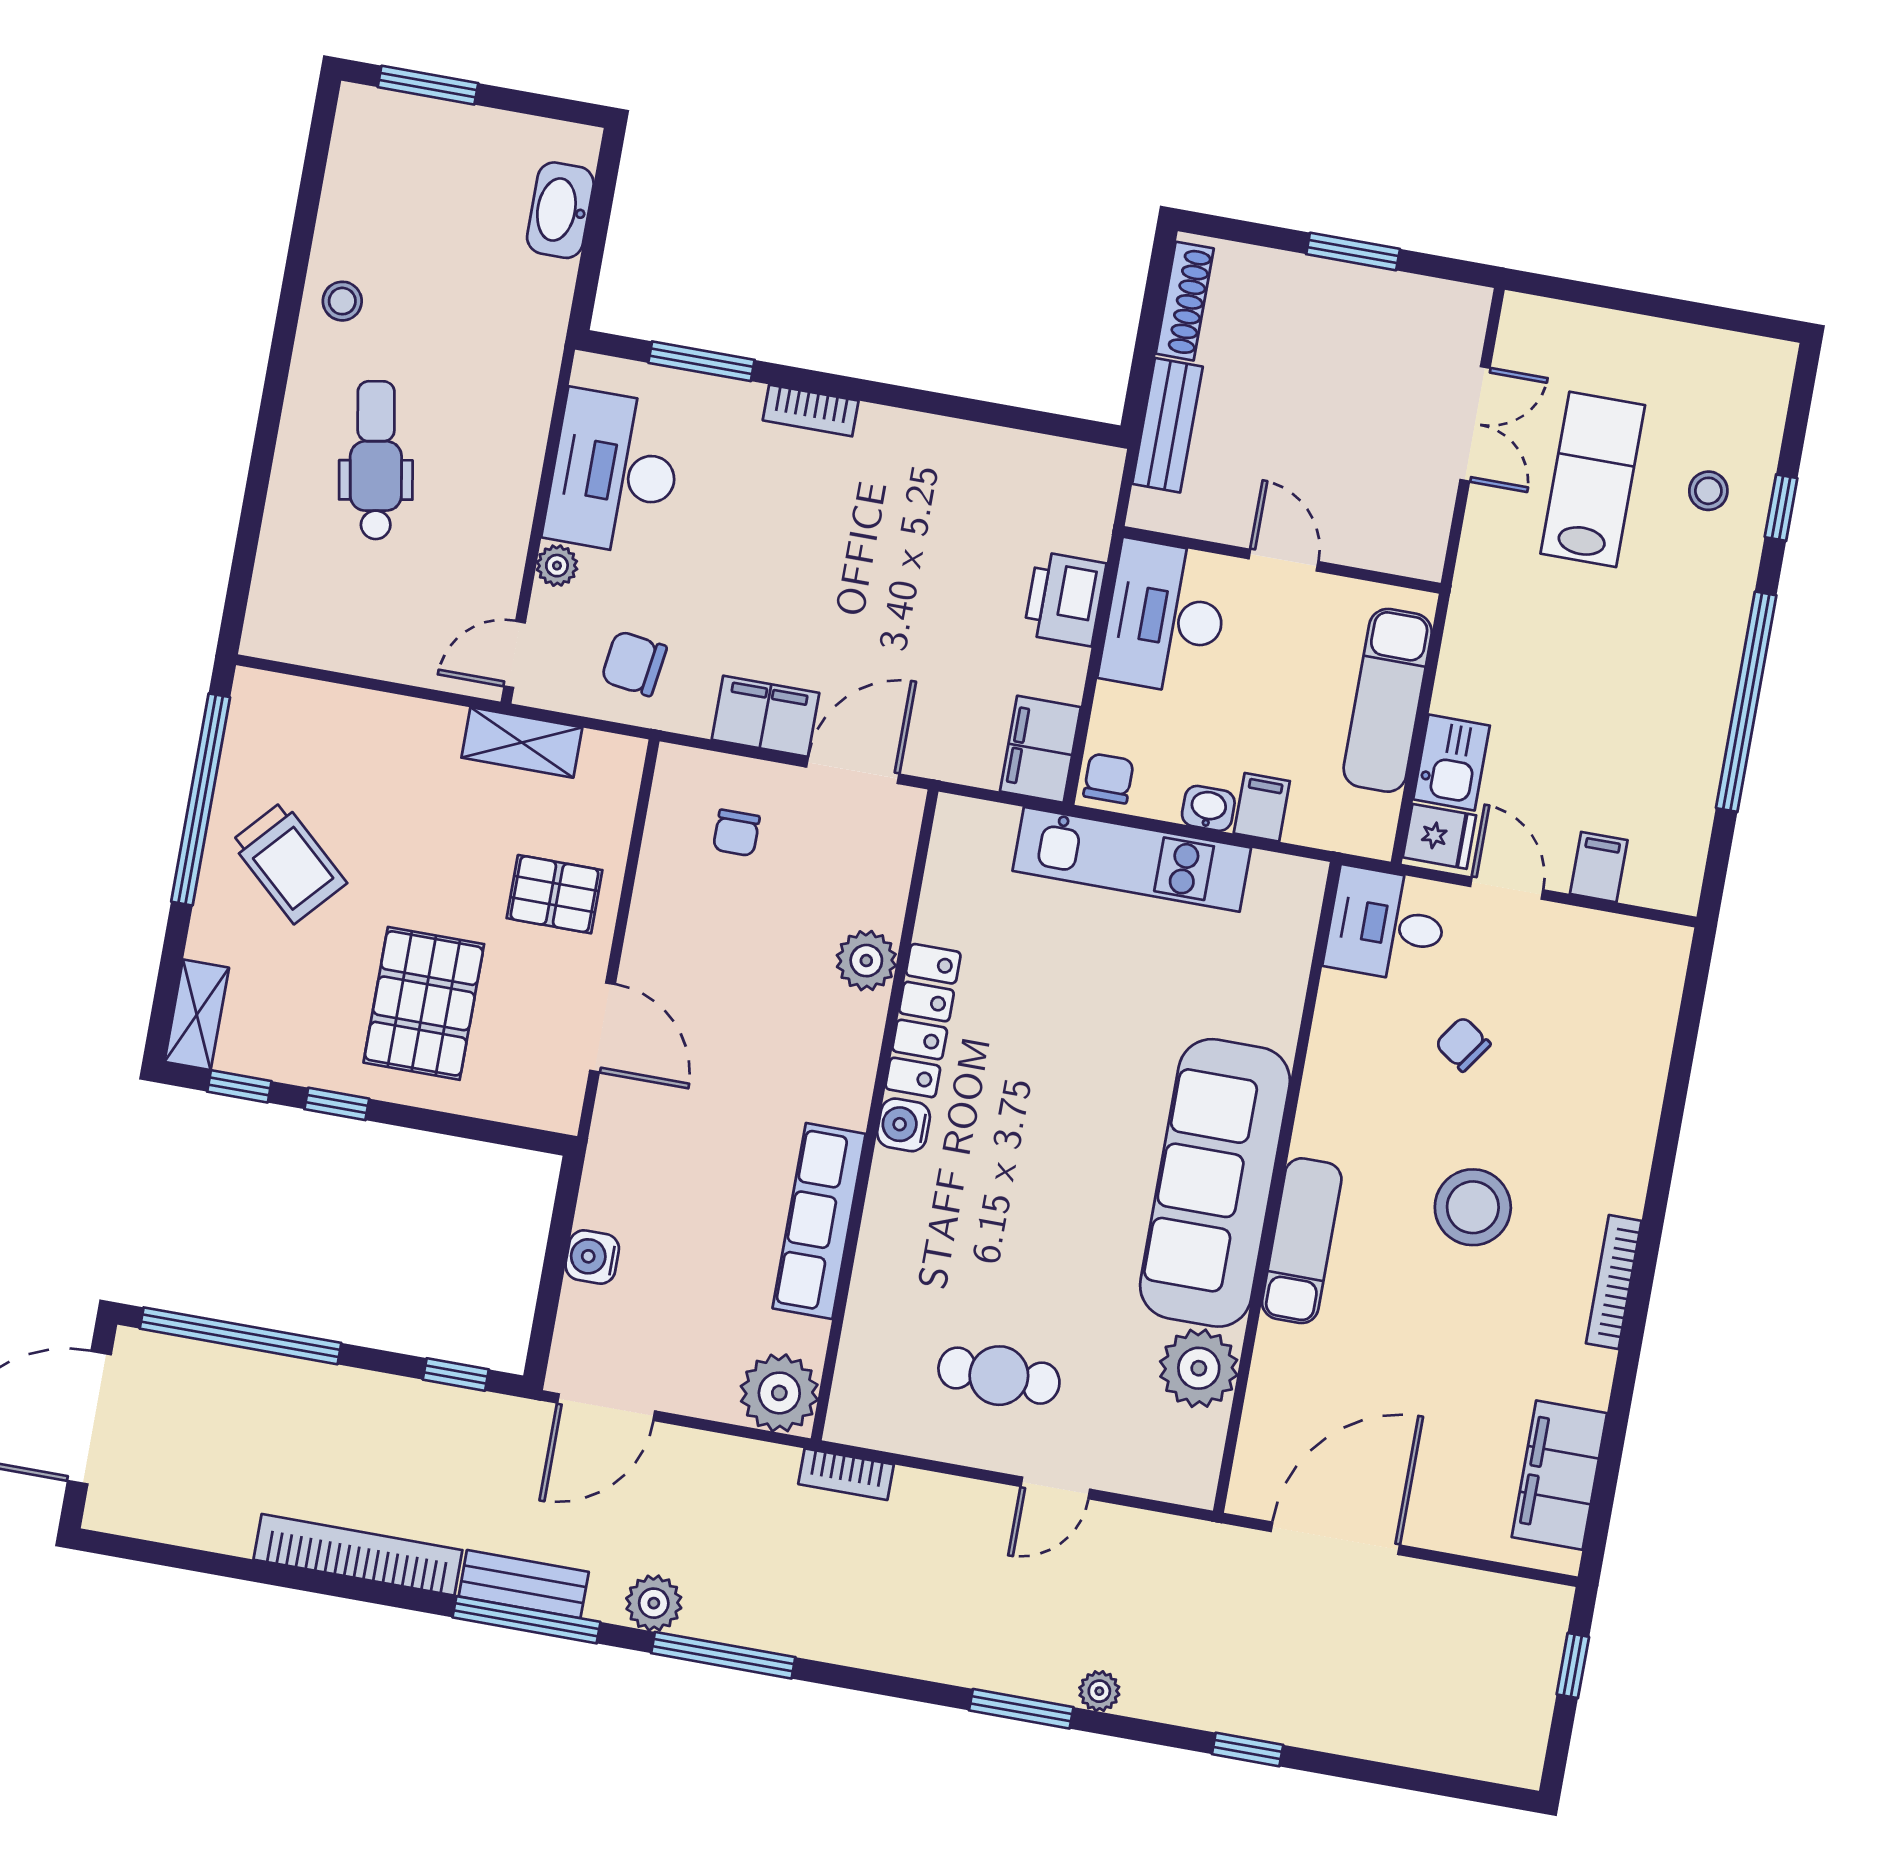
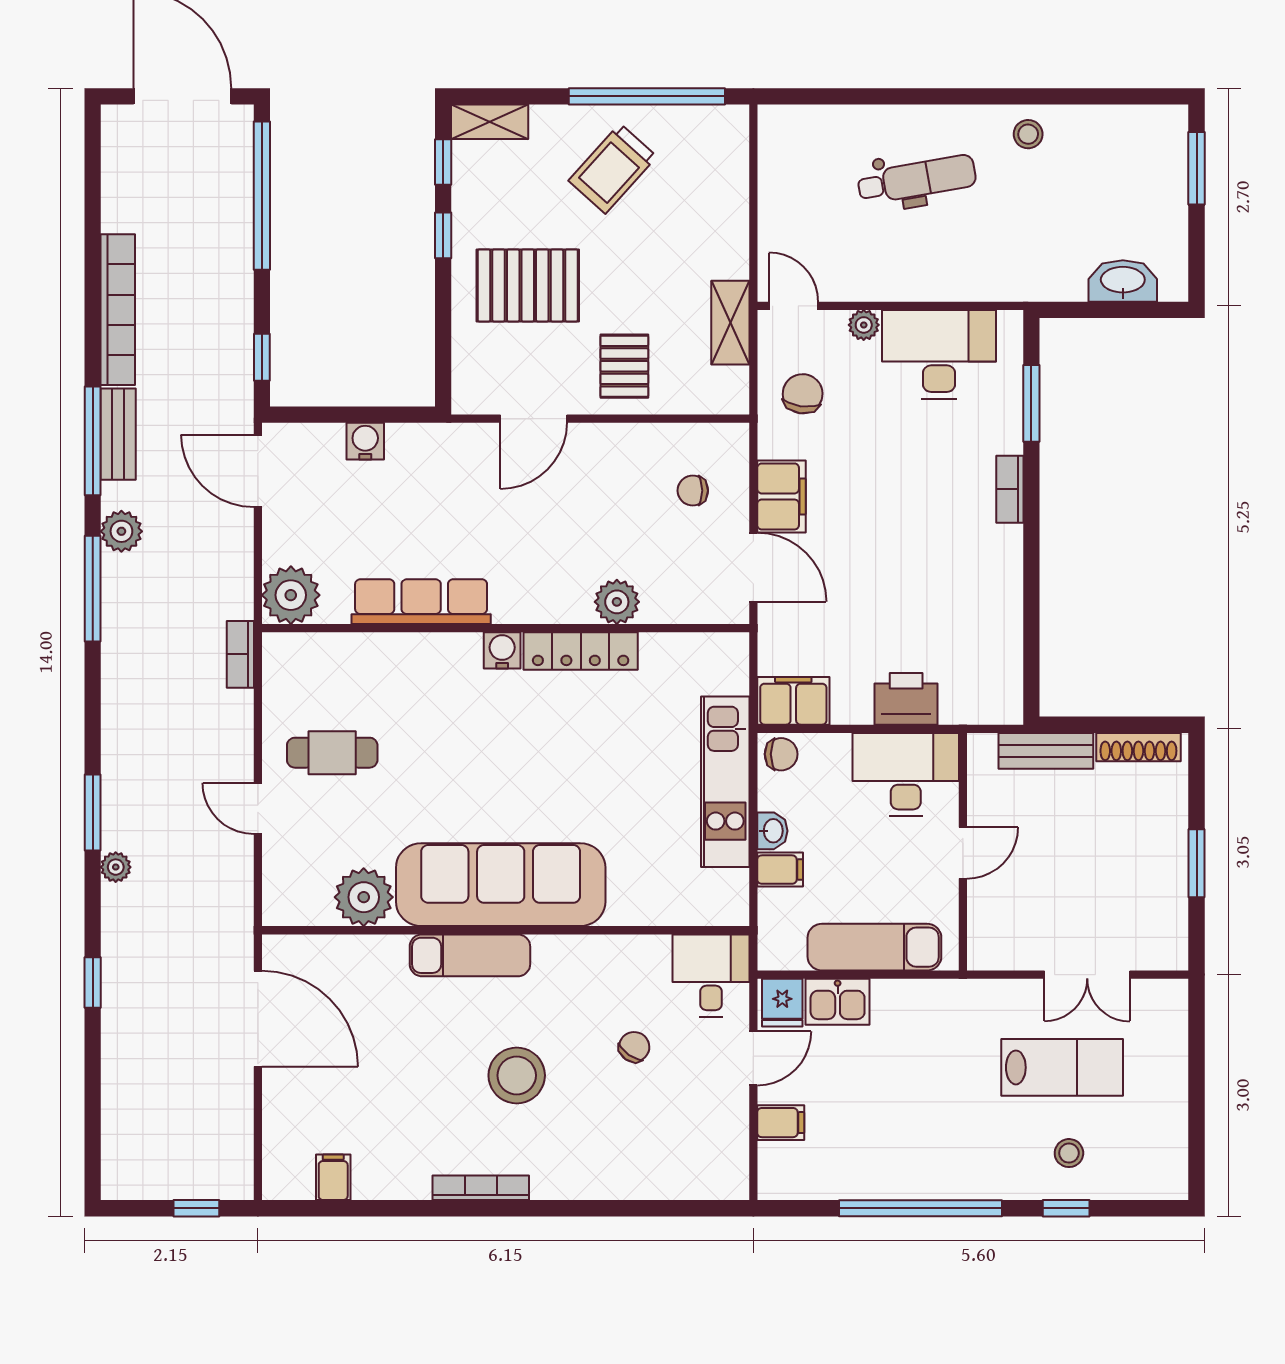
cafe table: (999, 1376) -> (332, 753), turned 90
filing cabinet: (1559, 1475) -> (333, 1177), width x0.33, depth x0.86

